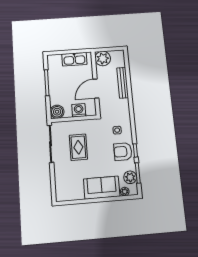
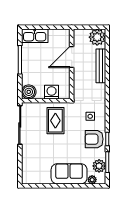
plant: (103, 58) -> (97, 37), moved
kitchen sink: (74, 59) -> (35, 36), moved
door: (96, 89) -> (72, 57), moved
rug: (78, 147) -> (55, 121), moved

